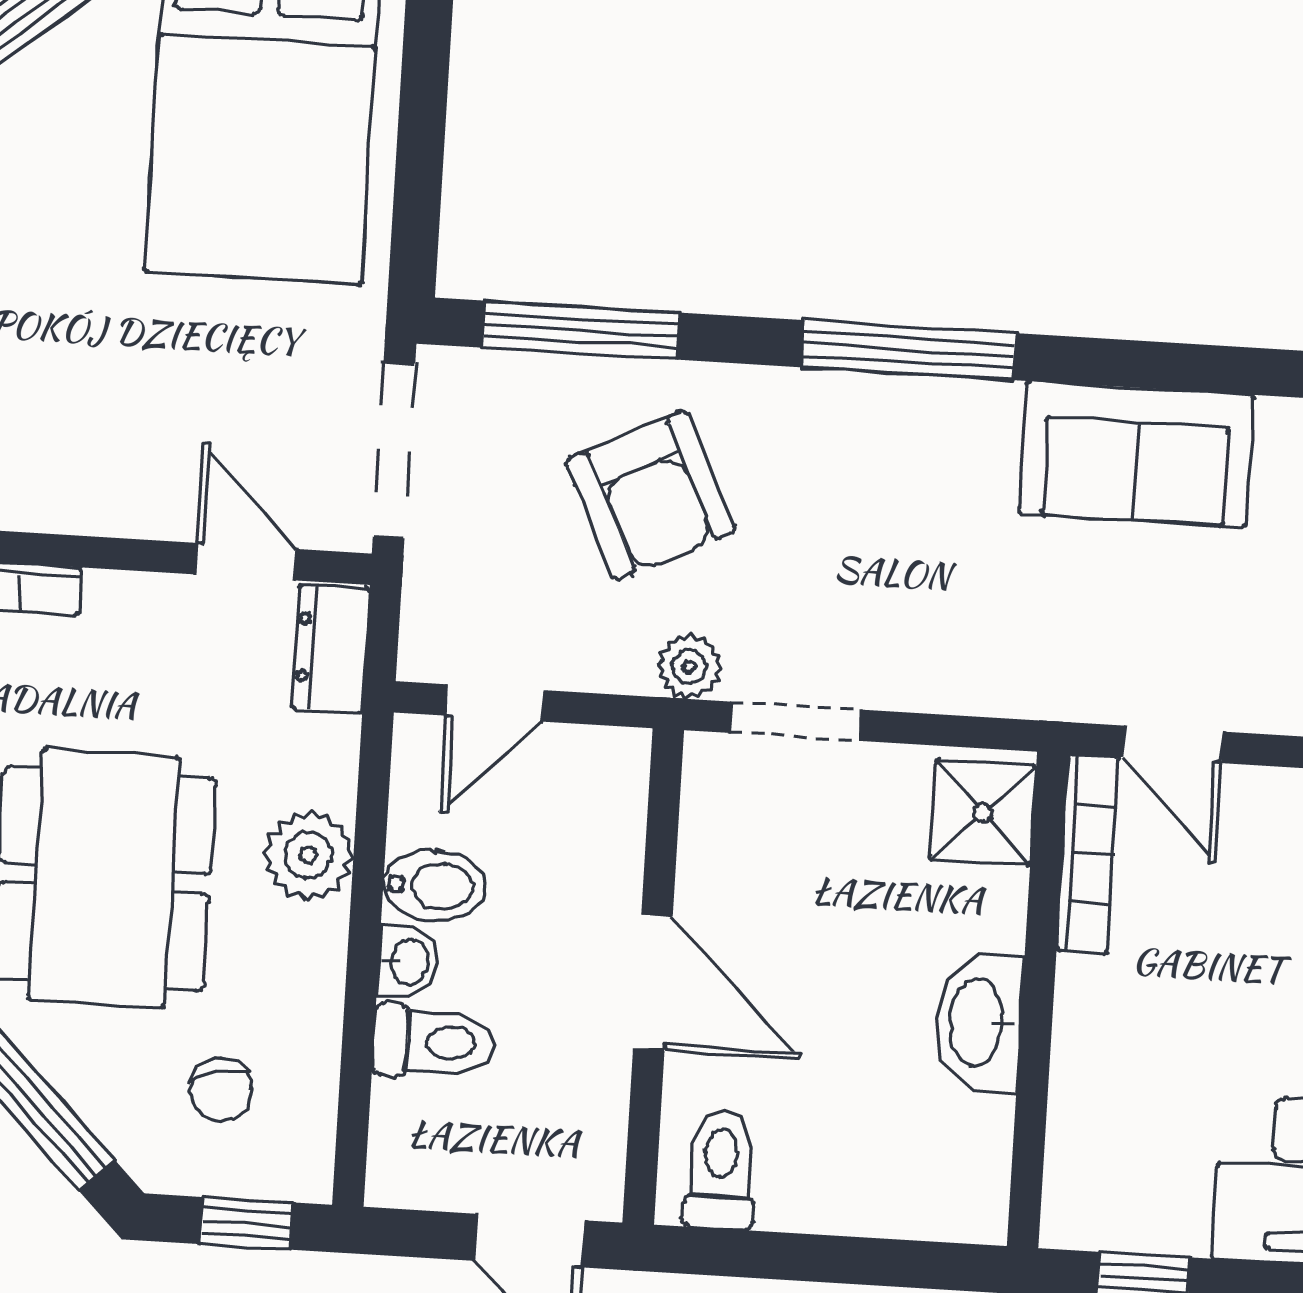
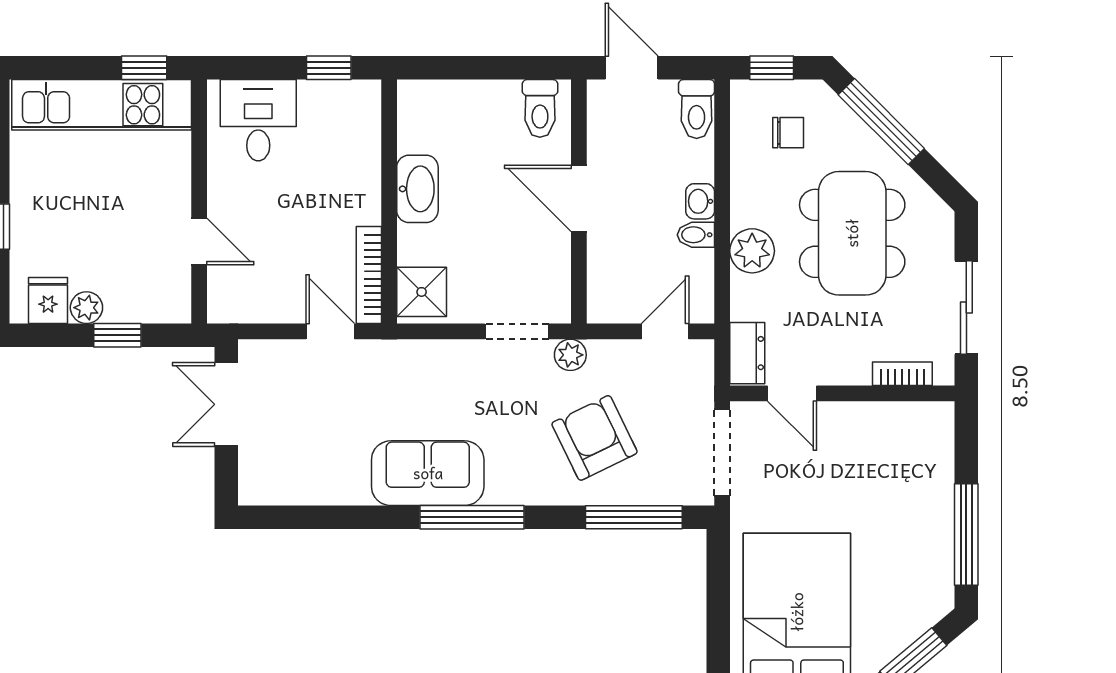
sofa: (1136, 454) -> (428, 473), moved
bidet: (434, 886) -> (696, 235), width x0.72, depth x0.74
toilet: (434, 1042) -> (697, 109), moved, turned -90
chair: (221, 1090) -> (788, 133), turned 103

